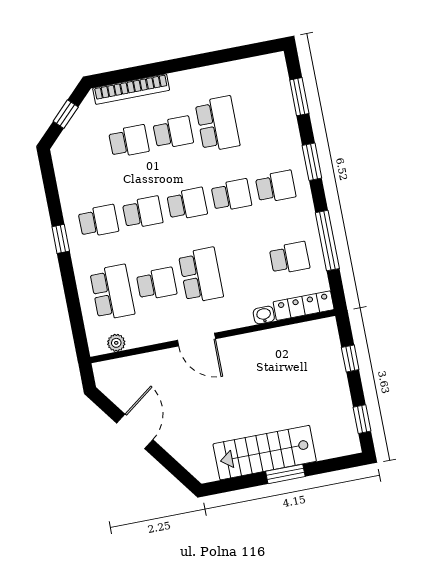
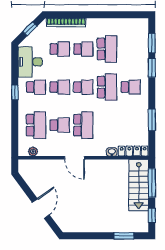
window: (312, 162) -> (152, 68), moved
desk: (78, 176) -> (30, 62), added
school desk: (231, 195) -> (107, 87), width x1.85
window: (327, 241) -> (152, 120), width x0.69
school desk: (290, 258) -> (131, 125), removed
window: (350, 358) -> (152, 183), width x2.17
door: (135, 431) -> (41, 209), moved
stairs: (265, 453) -> (139, 185), moved, turned -90
window: (285, 474) -> (124, 236), moved

